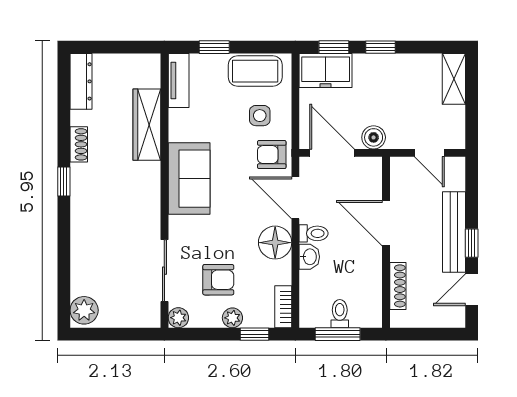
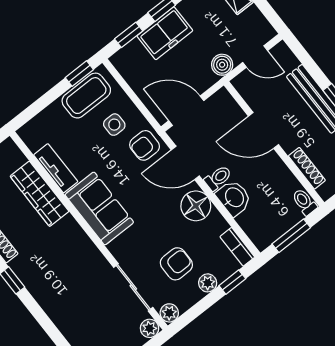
window: (214, 47) -> (79, 74), moved
freezer: (326, 71) -> (165, 33), moved
tv unit: (179, 80) -> (56, 168), moved
boiler: (374, 137) -> (222, 65), moved
washbasin: (309, 257) -> (234, 198), width x1.38, depth x1.45
toilet: (340, 314) -> (304, 202), moved
plant: (151, 318) -> (150, 328), added

